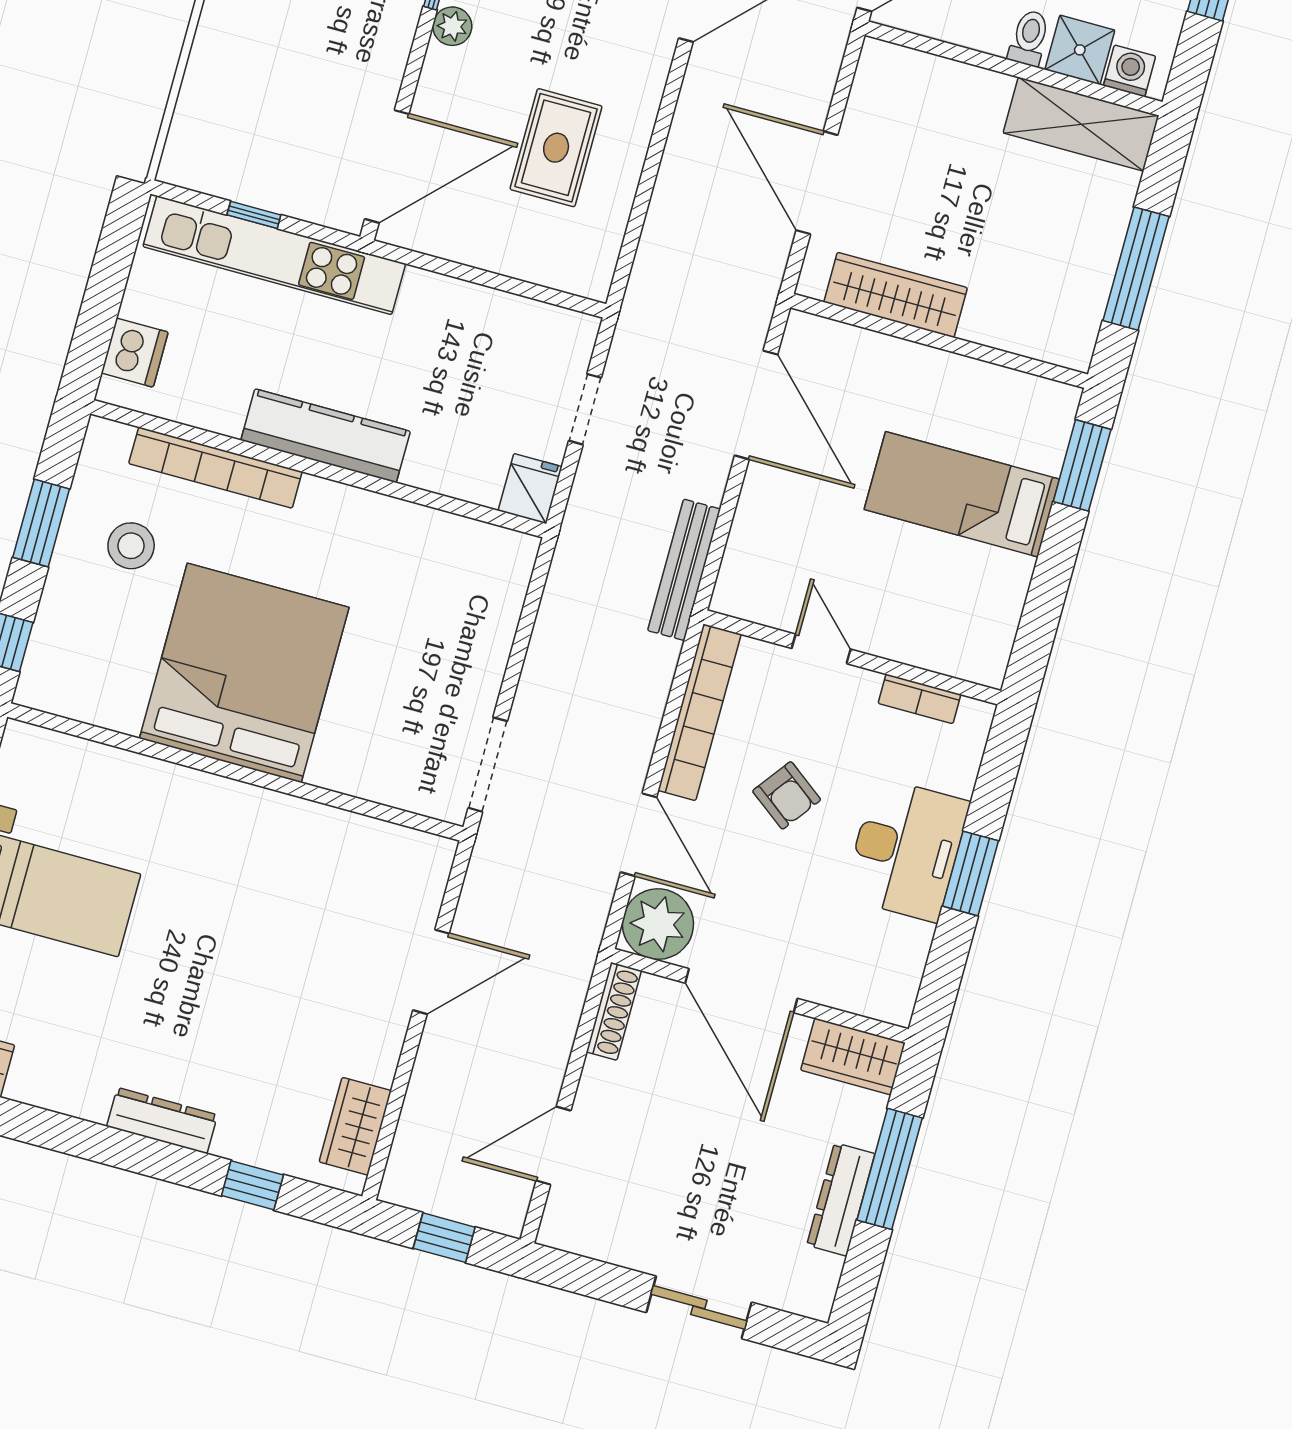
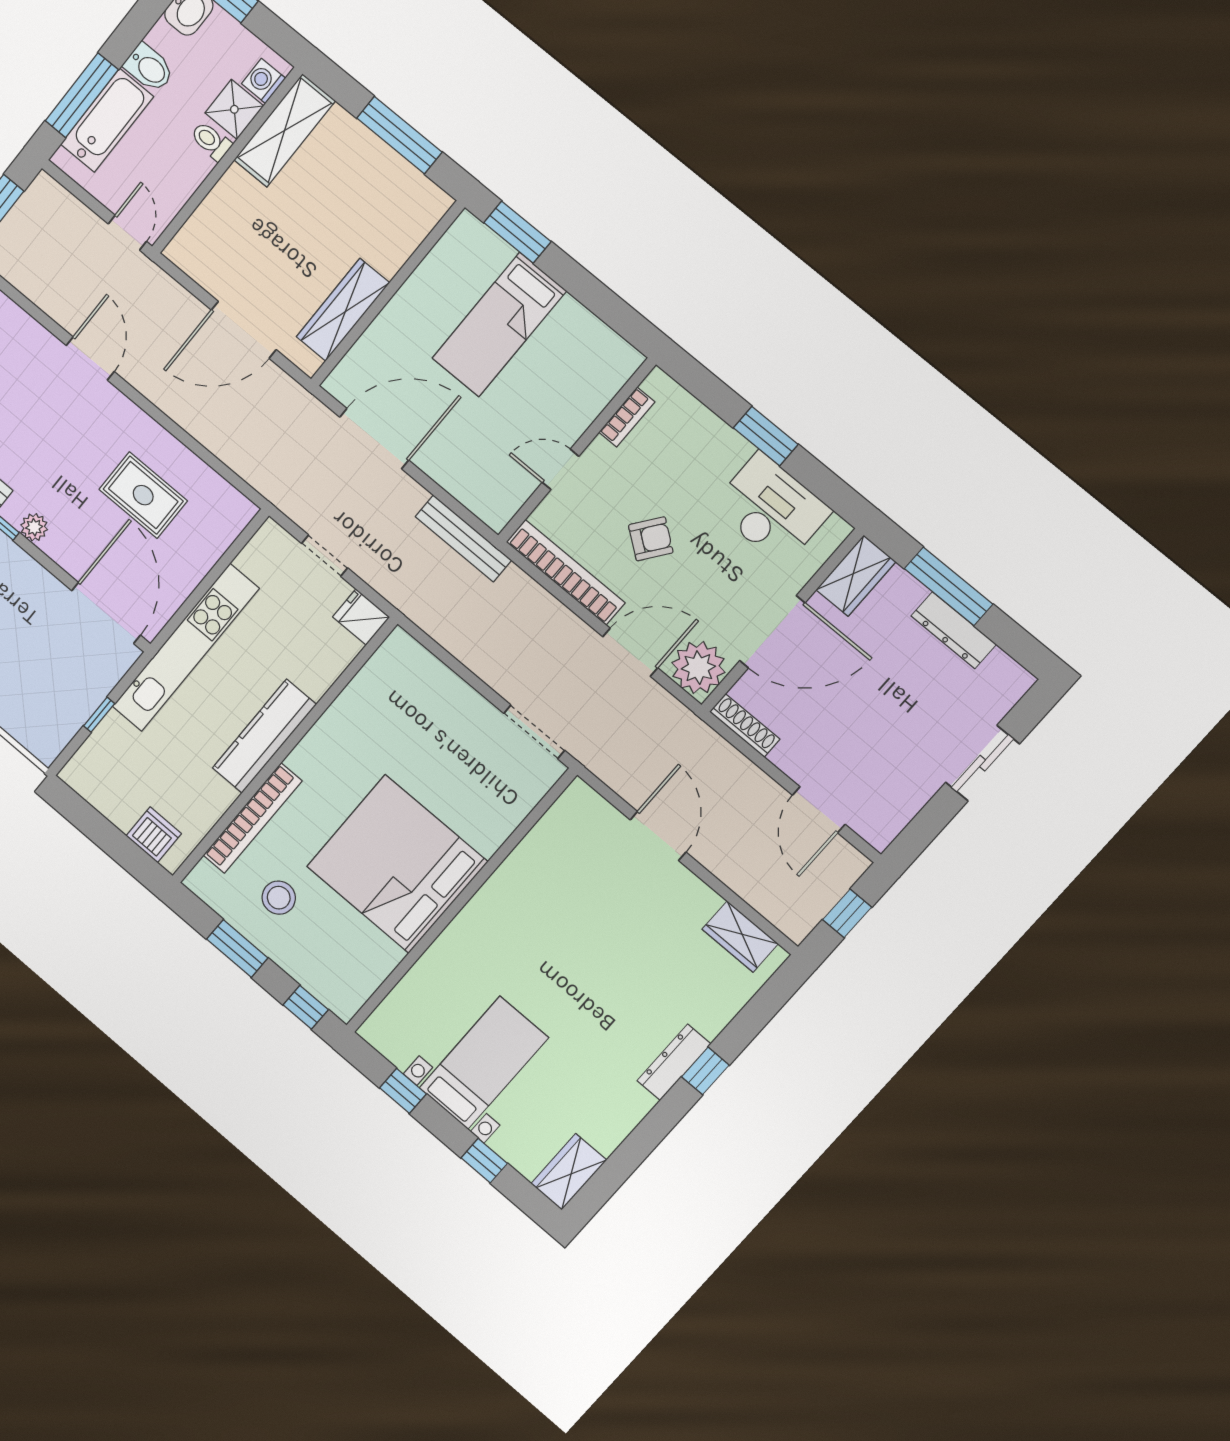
kitchen unit: (274, 255) -> (185, 648), moved
desk: (906, 850) -> (771, 509), moved
window: (252, 1185) -> (705, 1071), moved

